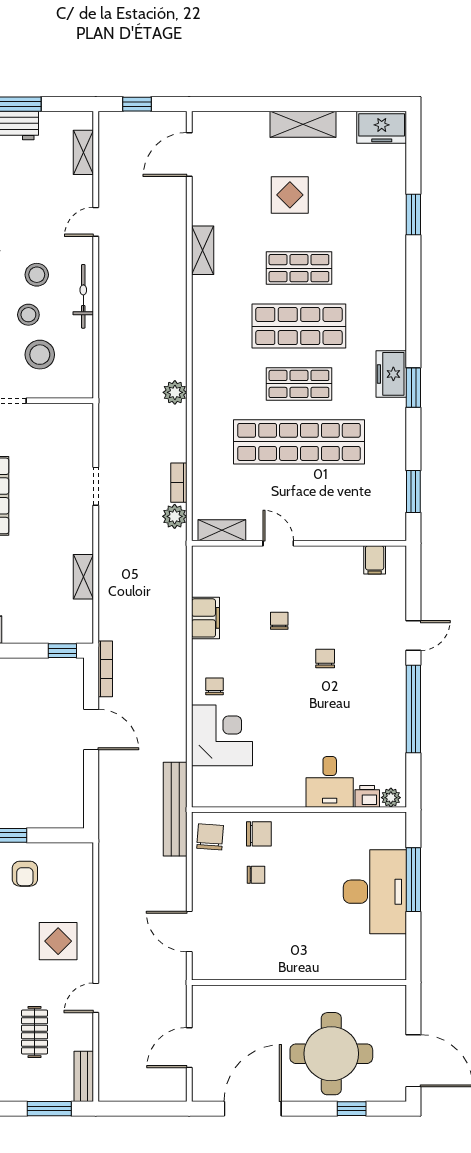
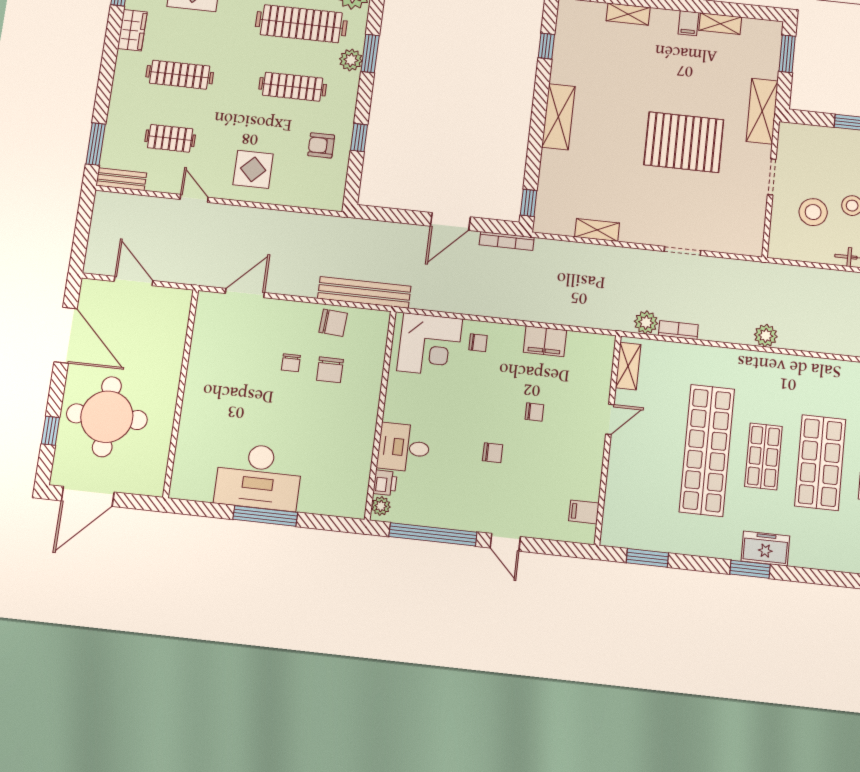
desk: (330, 782) -> (404, 447), moved
printer: (367, 796) -> (385, 483), moved
plant: (391, 798) -> (381, 506), moved
wall: (299, 810) -> (380, 415), moved

